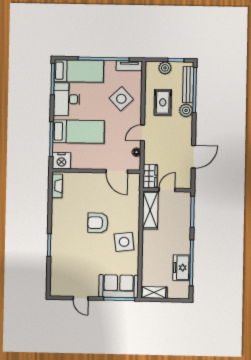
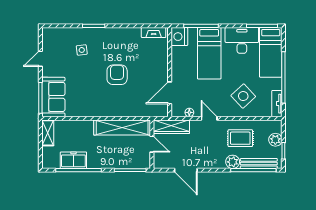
wardrobe: (150, 176) -> (171, 127), width x1.50
shelving: (150, 210) -> (122, 127), width x1.47
side table: (124, 242) -> (82, 50), moved, width x0.54, depth x0.54

